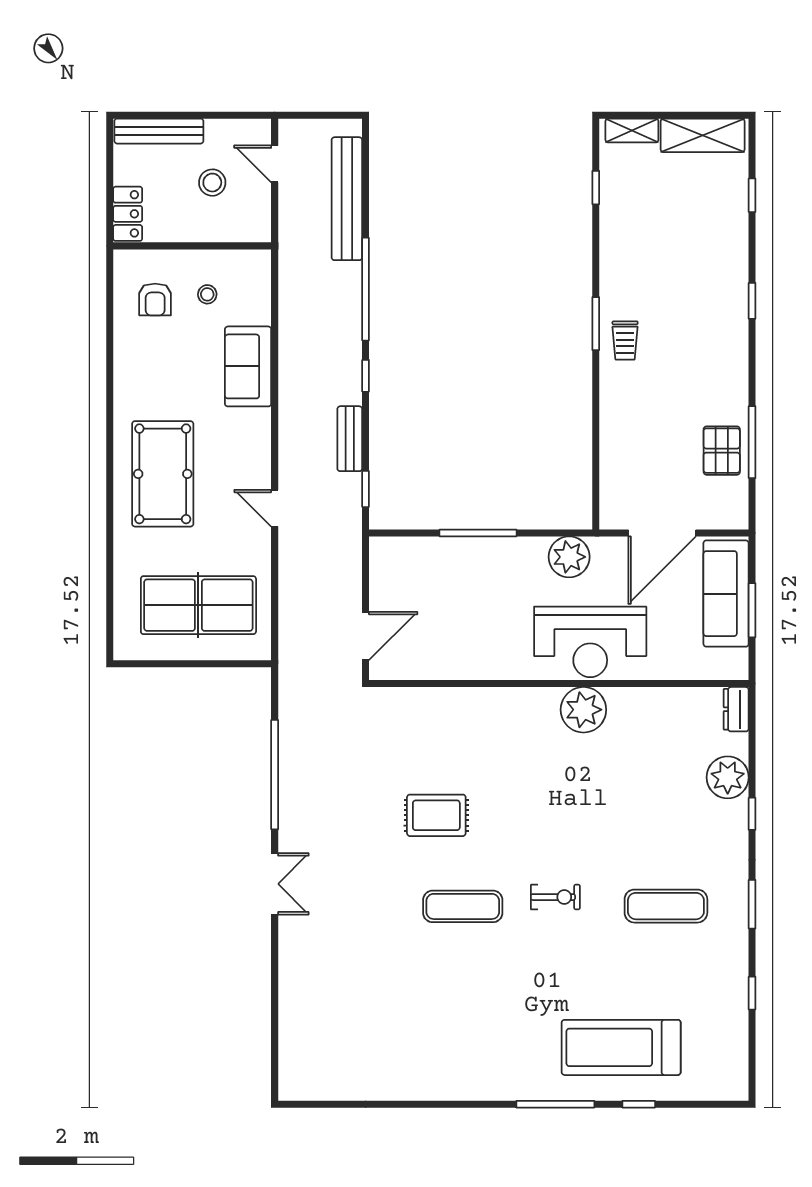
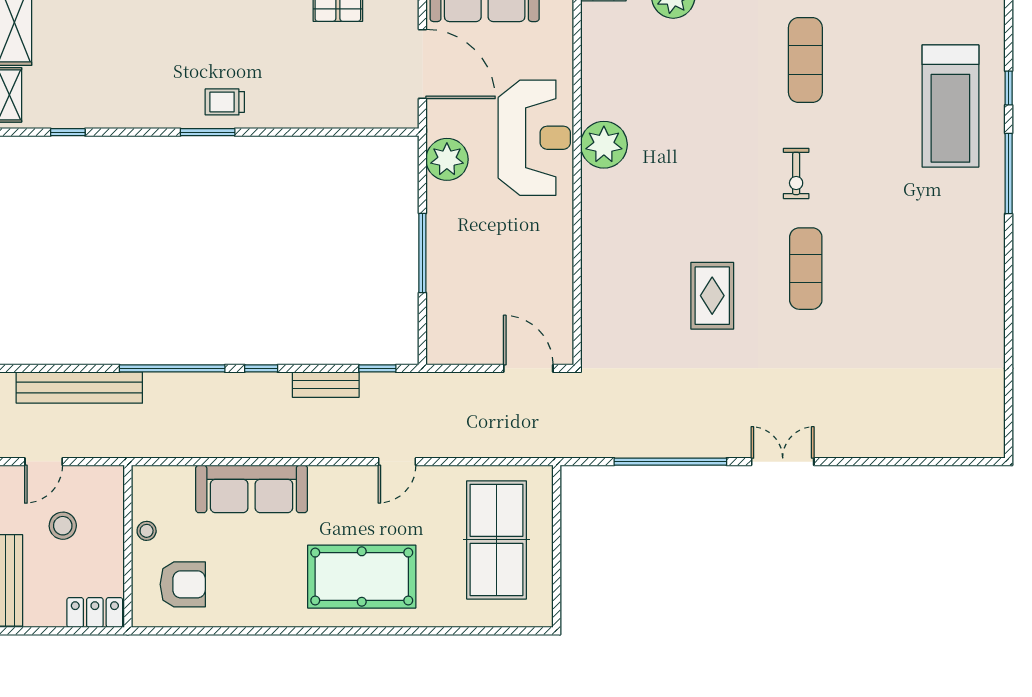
stool: (207, 294) -> (147, 531), moved
armchair: (155, 299) -> (183, 584), width x1.38, depth x1.38
trolley: (625, 340) -> (225, 102), turned 180
sofa: (248, 366) -> (252, 489), width x1.36
exercise bike: (555, 897) -> (796, 173), turned 180

